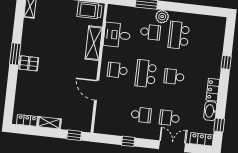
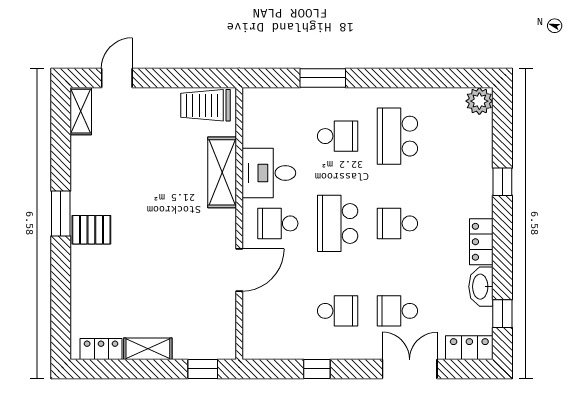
plant: (162, 17) -> (479, 101), moved
desk: (117, 35) -> (269, 173), moved
door: (97, 90) -> (239, 270), swing flipped

